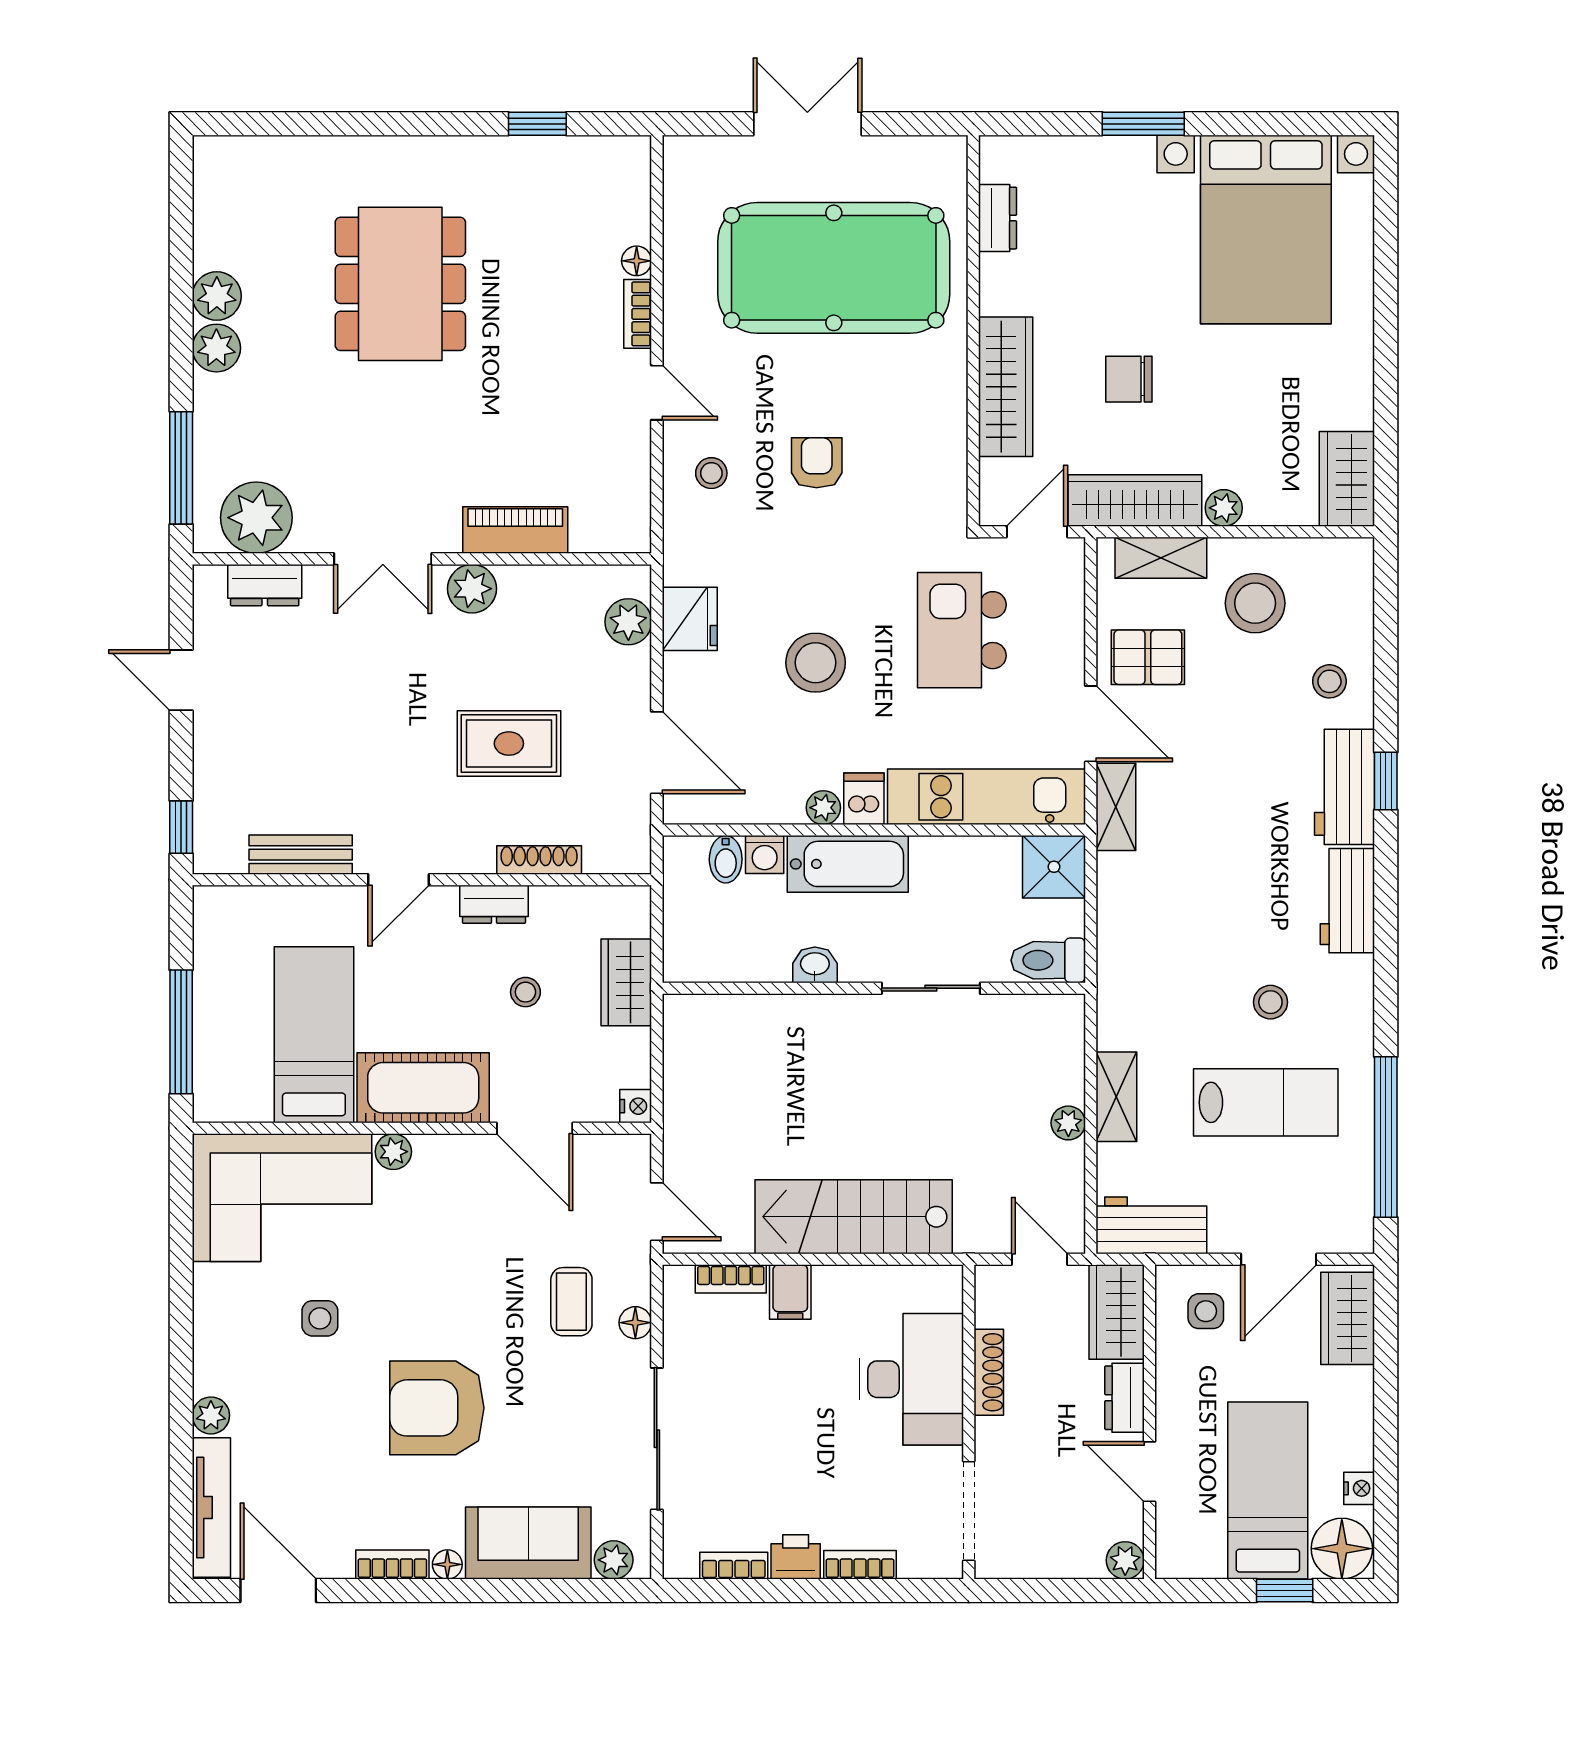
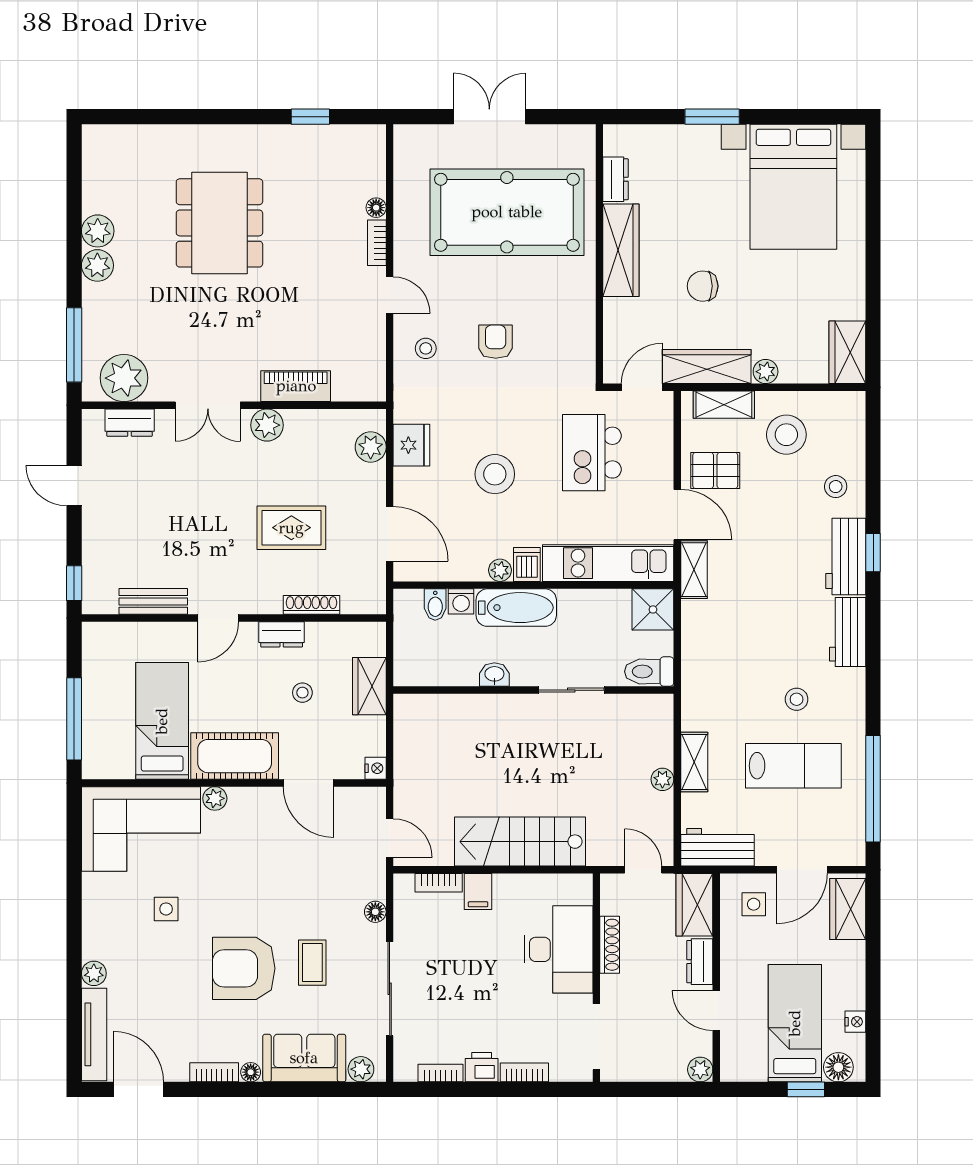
wardrobe: (1006, 387) -> (621, 250), moved
coffee table: (571, 1302) -> (312, 963), moved
floor lamp: (1342, 1549) -> (838, 1067), width x0.73, depth x0.73

